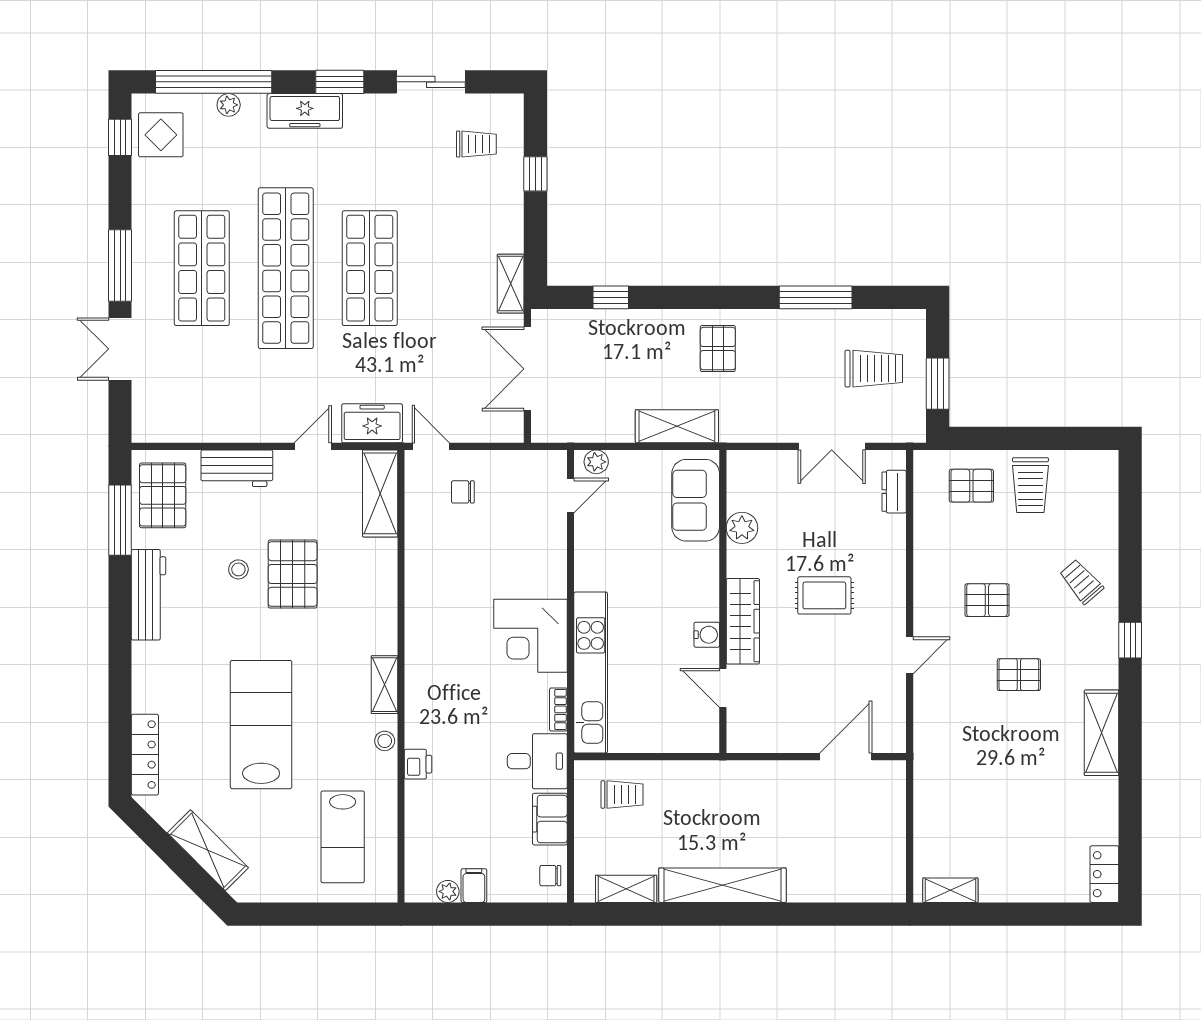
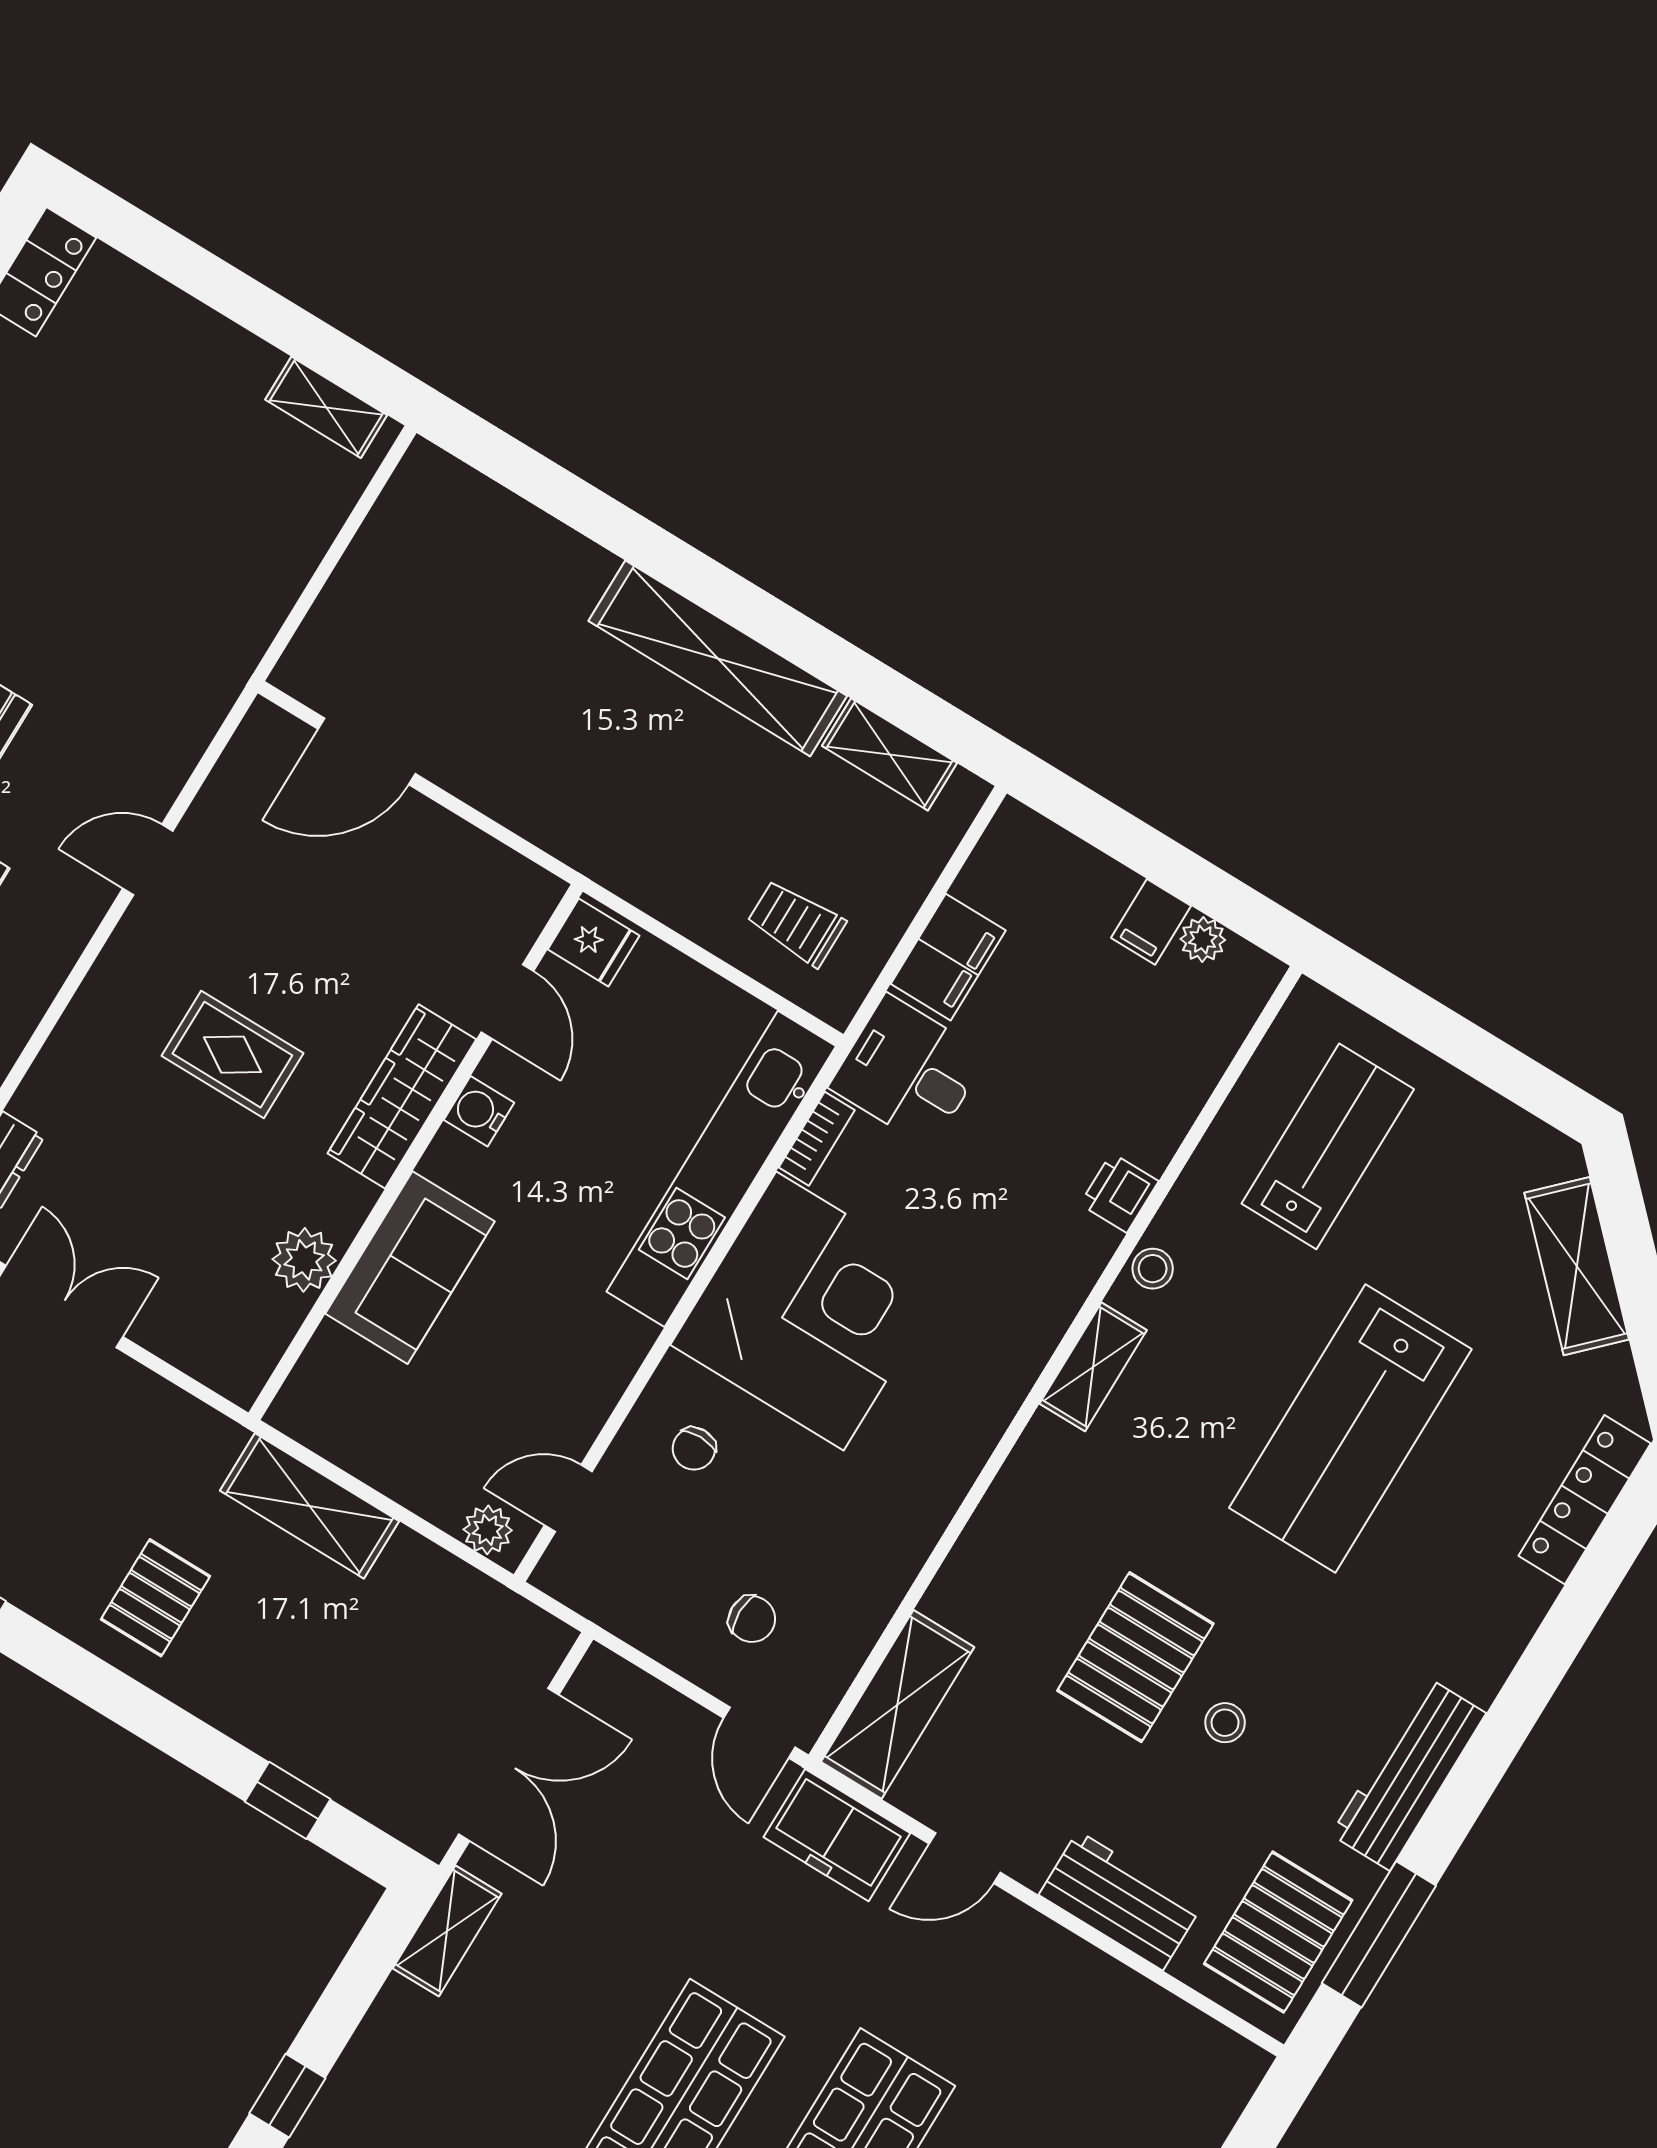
sofa: (696, 500) -> (410, 1268), moved
corner desk: (530, 636) -> (810, 1311), width x1.36, depth x1.36
fridge: (702, 735) -> (594, 943), added
chair: (550, 876) -> (694, 1449), moved, turned 90

